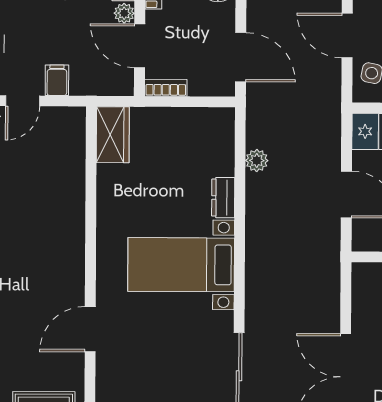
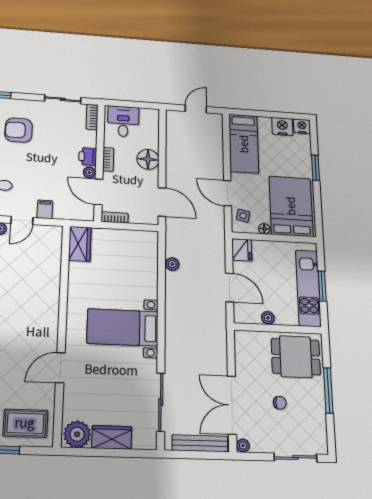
dresser: (223, 198) -> (151, 286), removed

